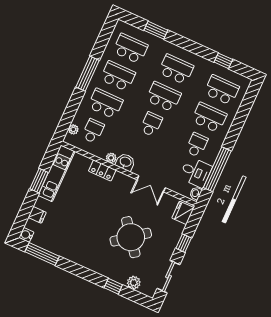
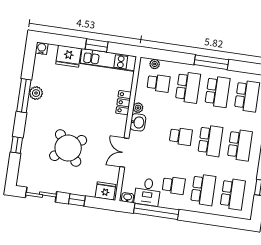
fridge: (37, 215) -> (69, 56), width x1.88, depth x1.34
window: (42, 254) -> (24, 96), moved
plant: (134, 283) -> (36, 93), moved

